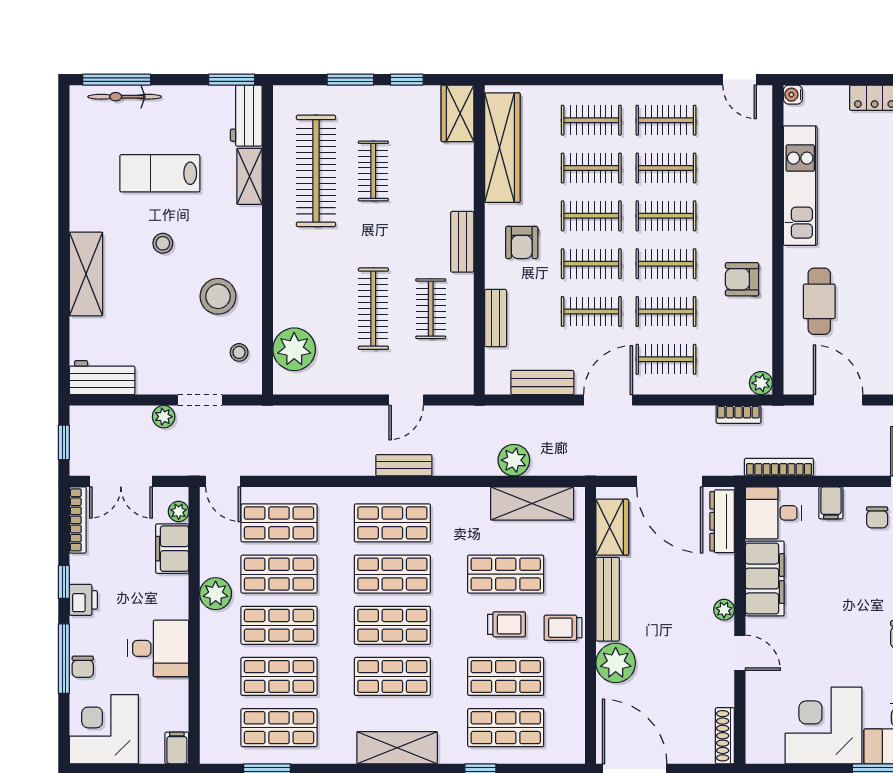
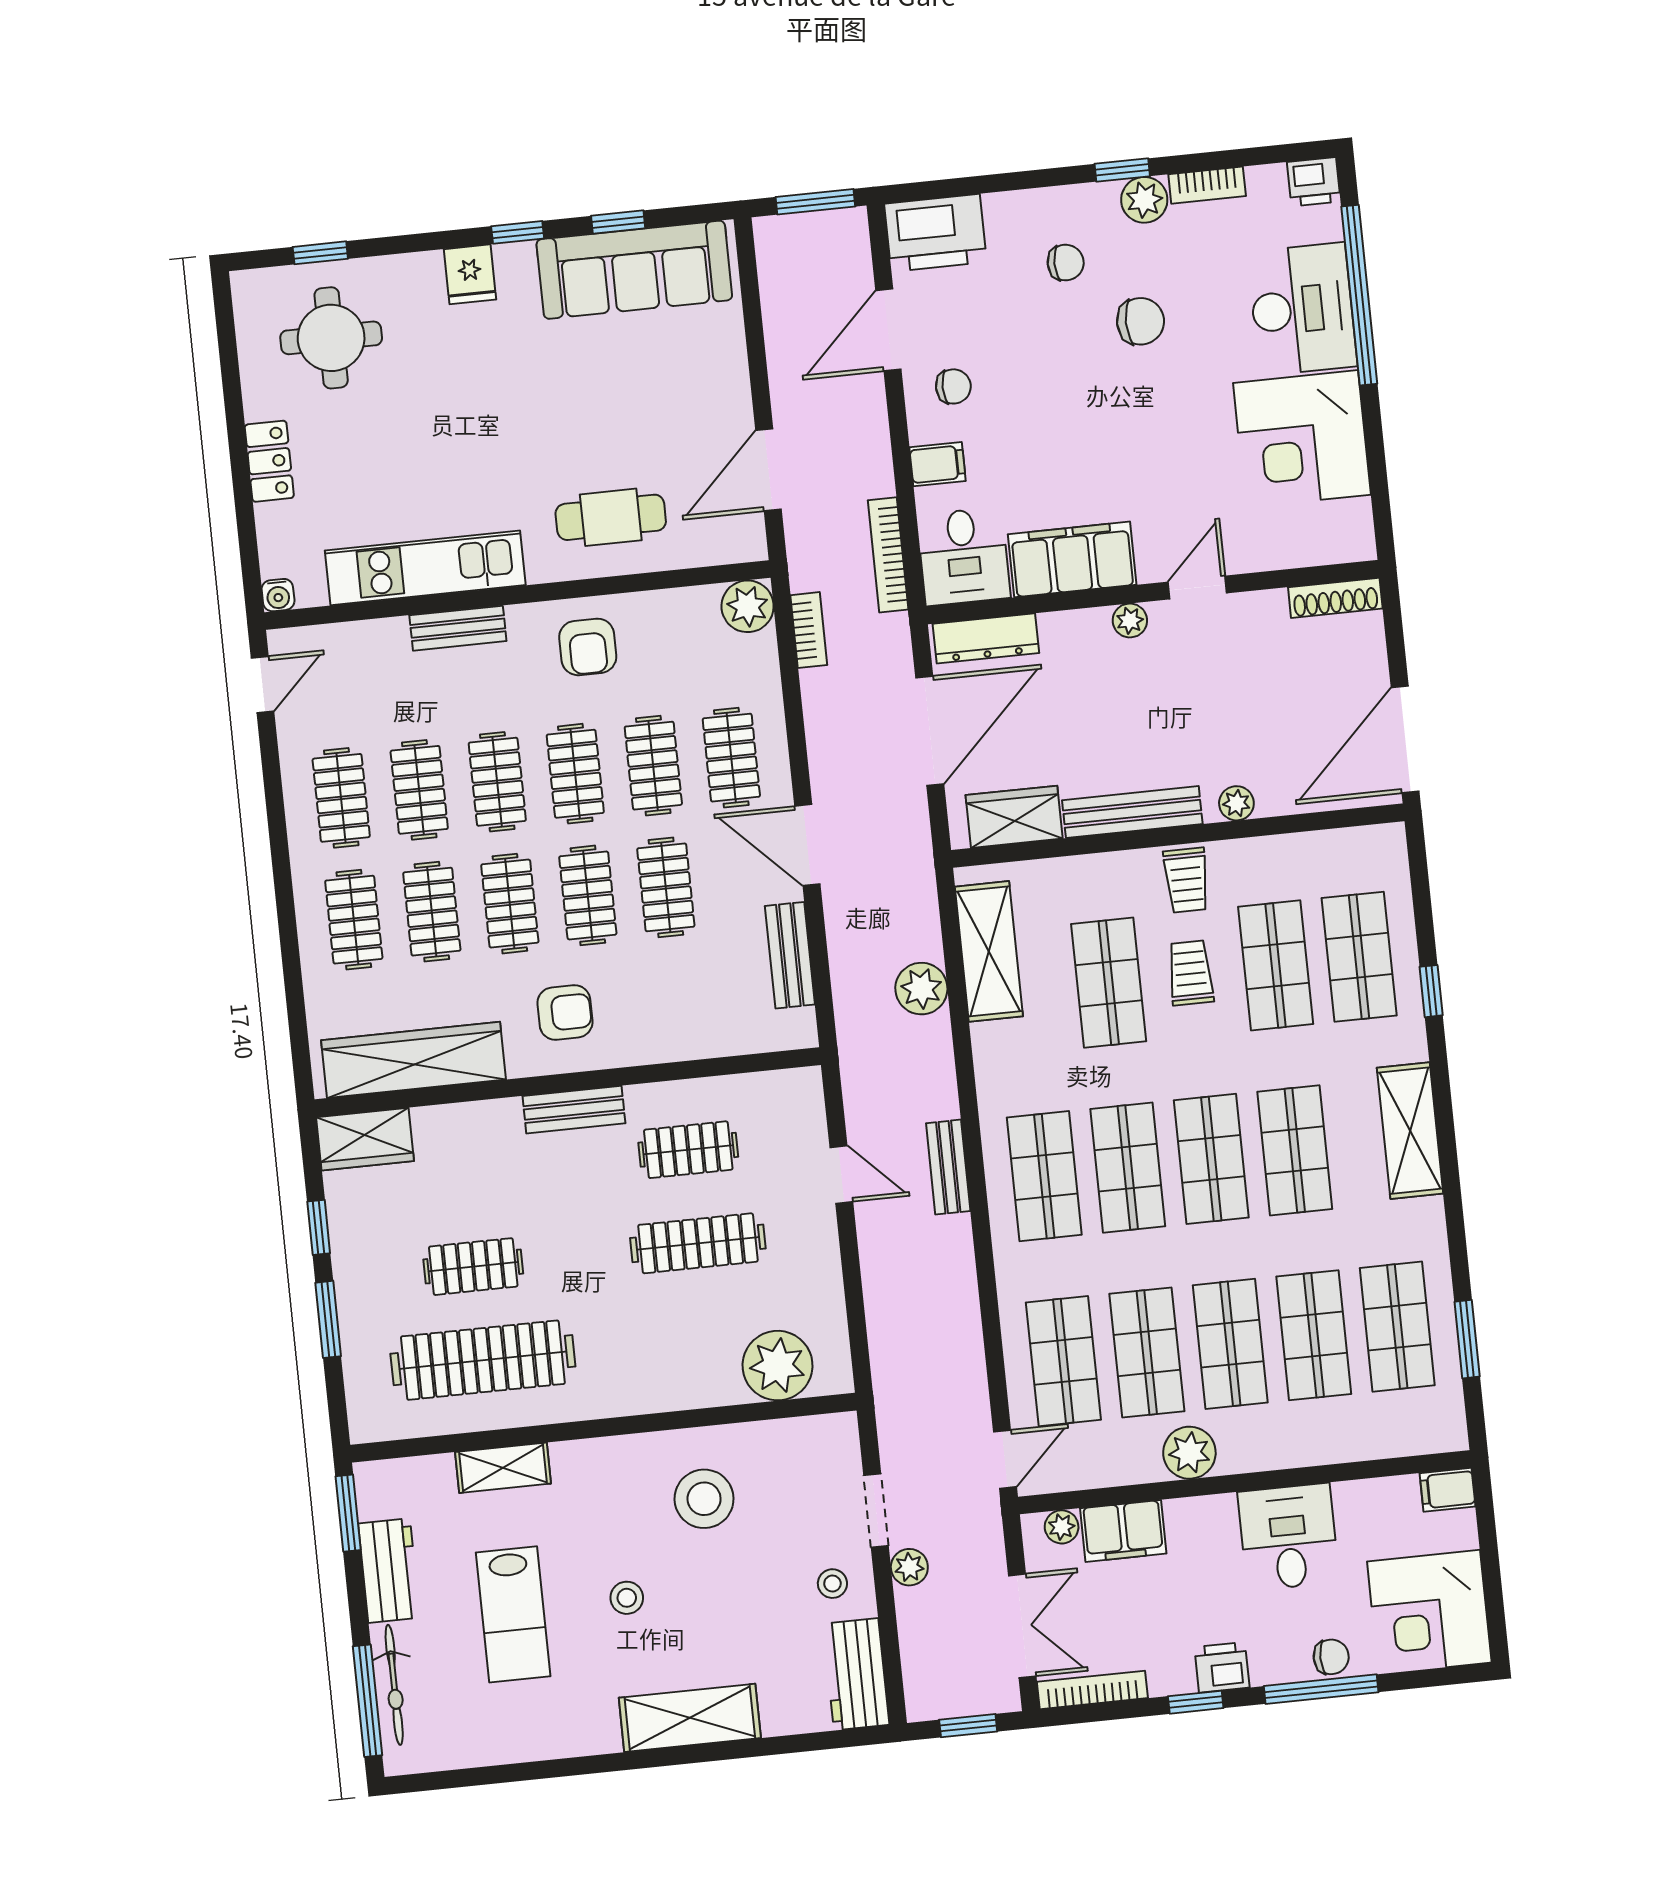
workbench: (246, 116) -> (389, 1571), moved, turned -90
bench: (496, 318) -> (458, 628), moved
stool: (239, 352) -> (832, 1584), moved
plant: (761, 383) -> (748, 606), width x1.38, depth x1.38
plant: (616, 663) -> (1236, 803), width x0.53, depth x0.53

